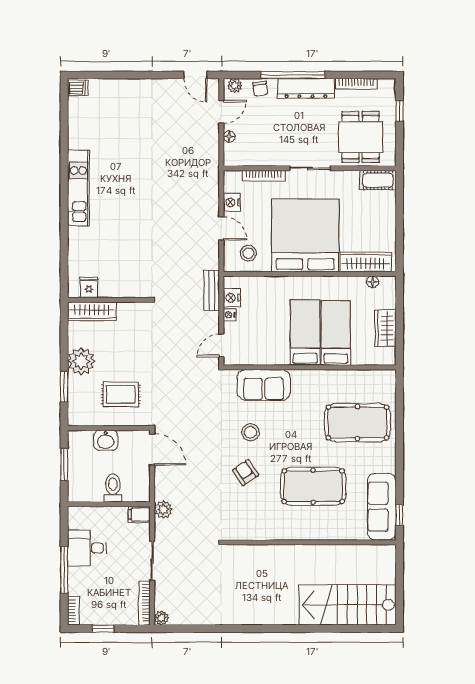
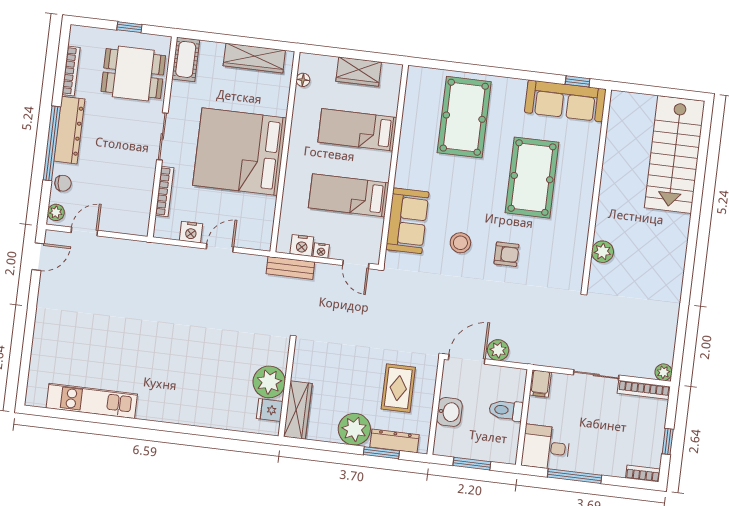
dishwasher: (78, 88) -> (37, 395), removed
window: (399, 111) -> (129, 27), moved
door: (221, 112) -> (84, 231), hinge flipped
floor lamp: (229, 136) -> (114, 226), removed
kitchen unit: (78, 188) -> (92, 401), moved
stool: (248, 253) -> (252, 220), removed
wardrobe: (366, 262) -> (254, 58), moved, turned -90
plant: (113, 284) -> (269, 382), added
bed: (305, 332) -> (349, 195), moved
dresser: (75, 397) -> (395, 441), added
armchair: (245, 472) -> (507, 254), turned -146
plant: (163, 509) -> (498, 350), moved
desk: (87, 548) -> (546, 447), moved, turned 90
plant: (257, 554) -> (602, 252), added
window: (64, 570) -> (575, 476), moved

